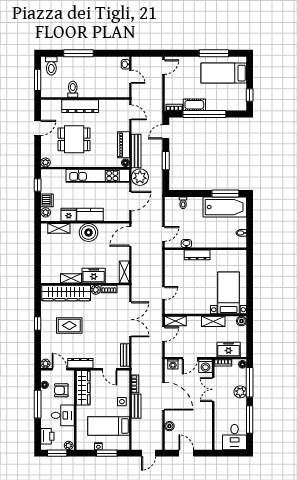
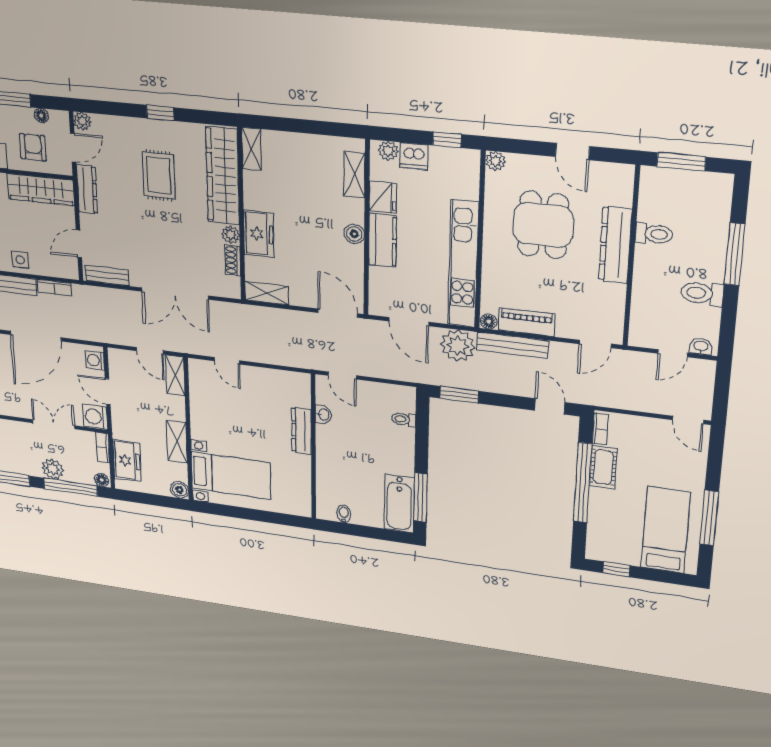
toilet: (51, 66) -> (702, 293), moved
window: (166, 161) -> (459, 395), moved
bathtub: (225, 207) -> (399, 503), width x0.73, depth x0.73
boiler: (89, 232) -> (354, 234), width x0.54, depth x0.54
shelving: (71, 278) -> (252, 149), moved

